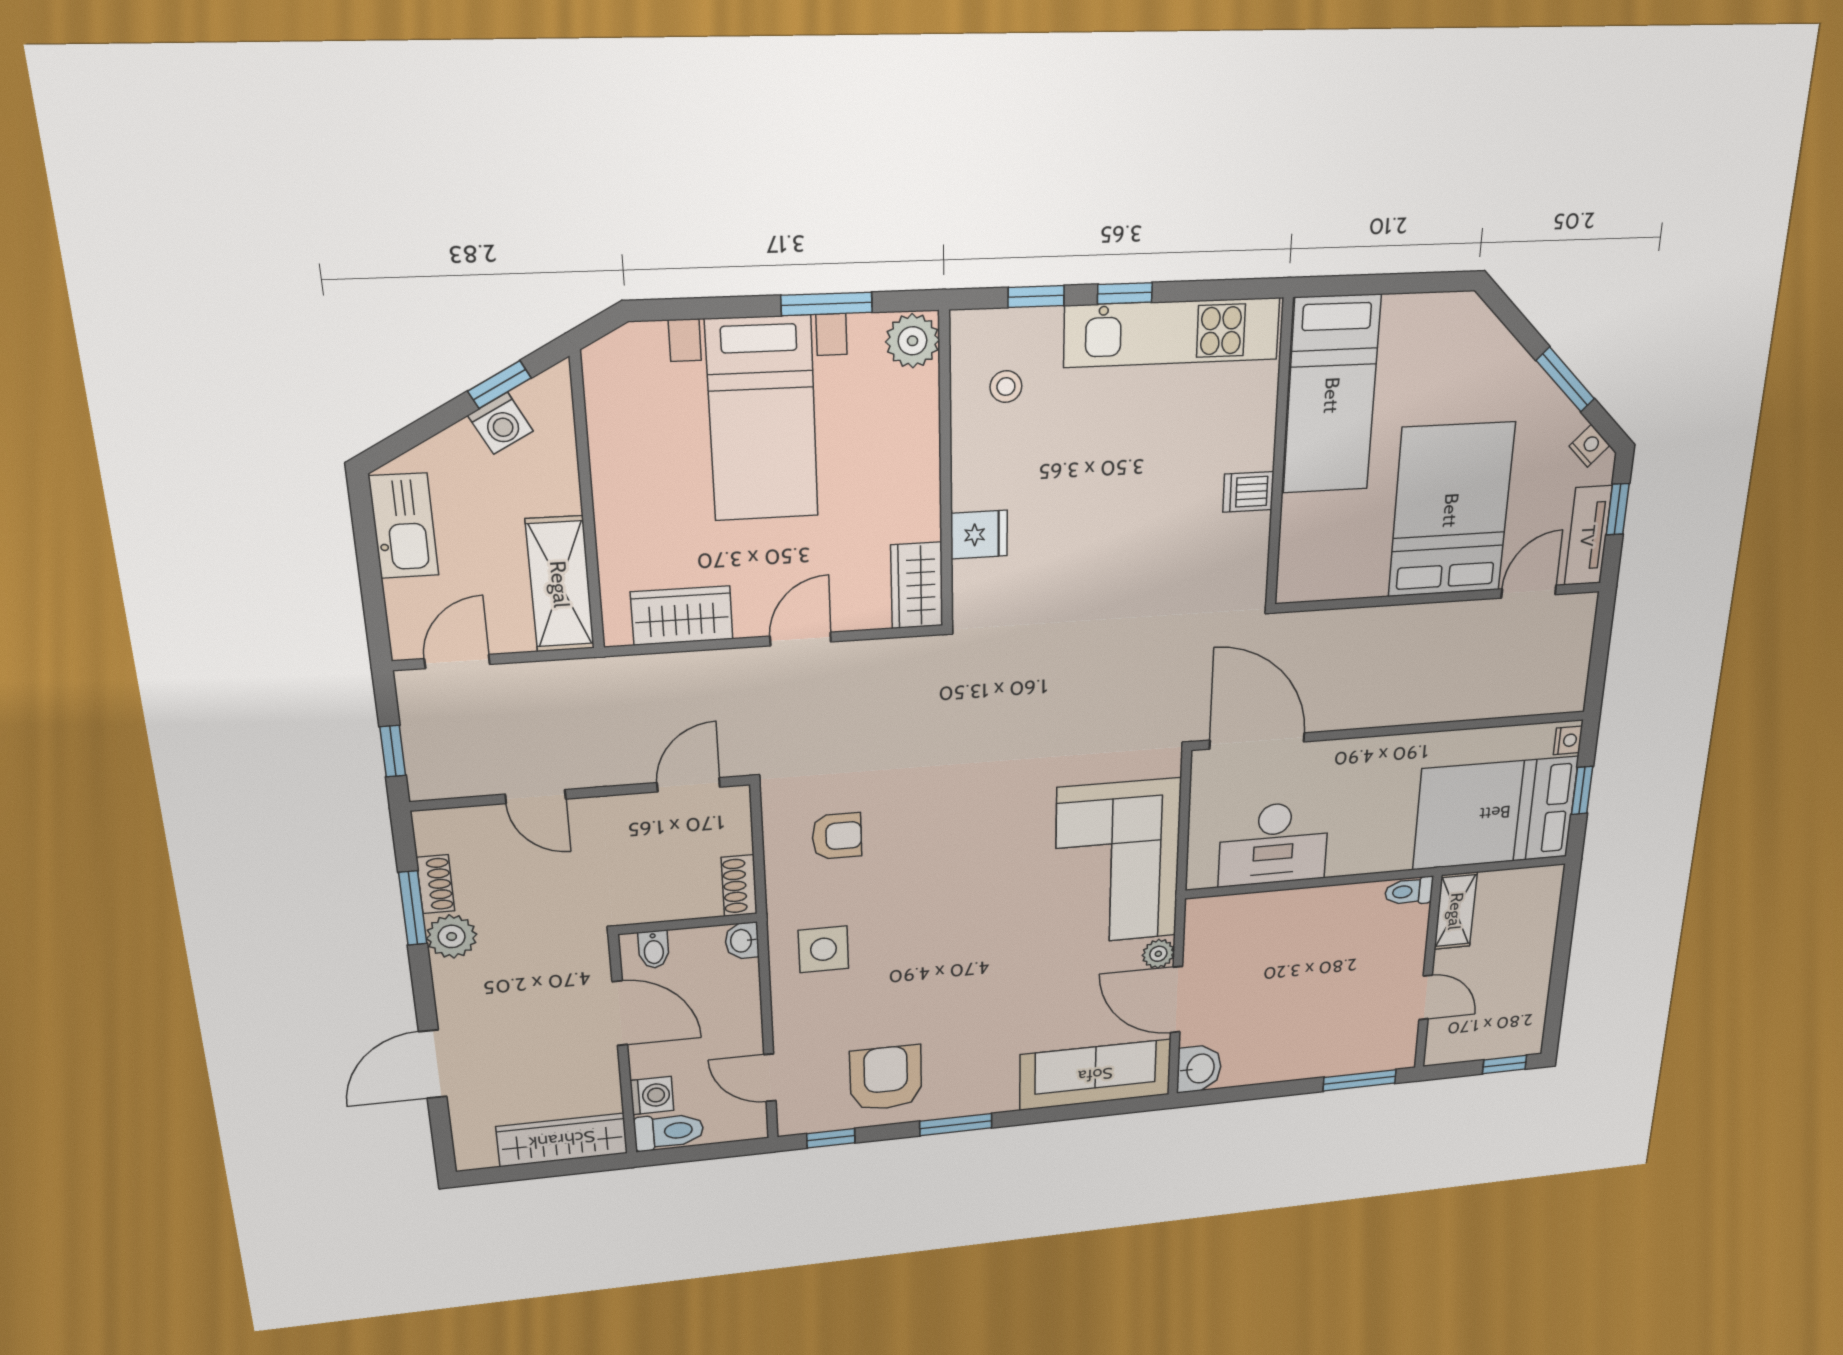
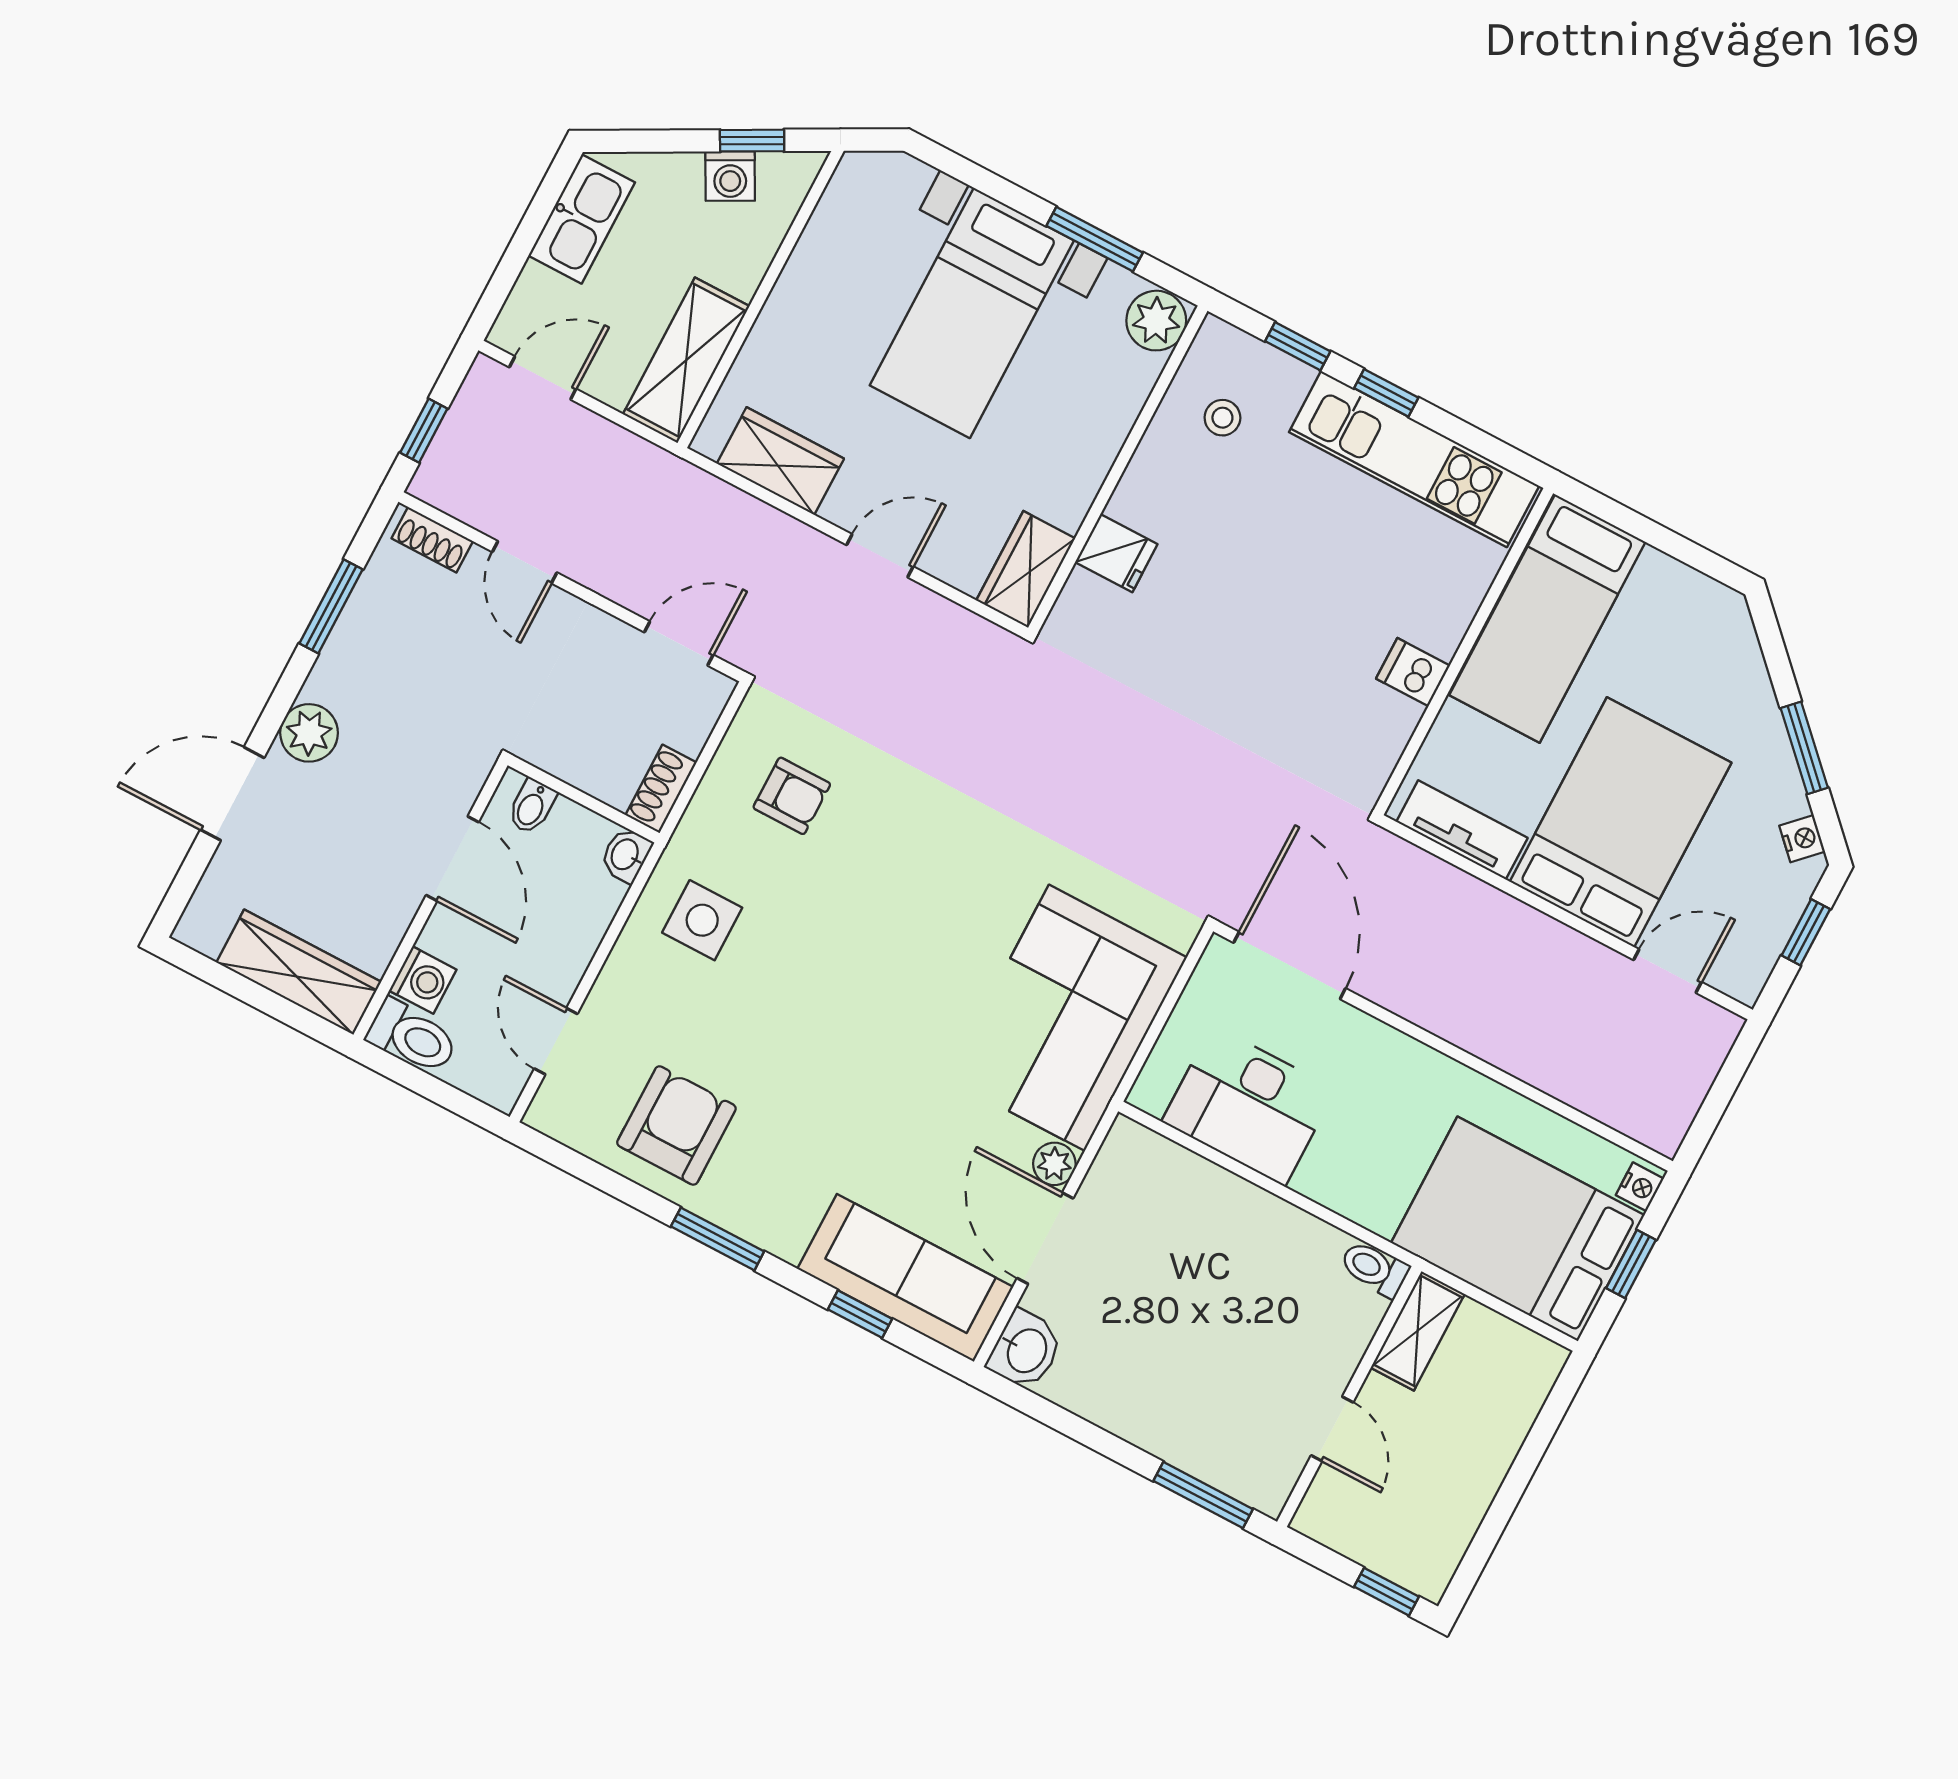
tv unit: (1588, 536) -> (1462, 830), moved, turned 90
shoe rack: (436, 884) -> (432, 540), moved, turned 90
plant: (452, 936) -> (309, 733), moved
window: (831, 1138) -> (860, 1314), moved

